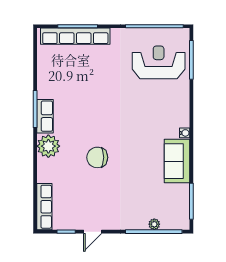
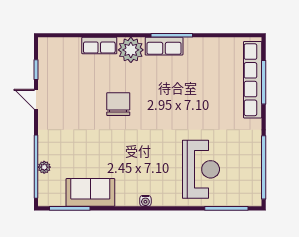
reception desk: (159, 62) -> (201, 169), moved
sofa: (177, 161) -> (90, 192), moved
row of seats: (44, 207) -> (99, 46), moved, width x0.68

